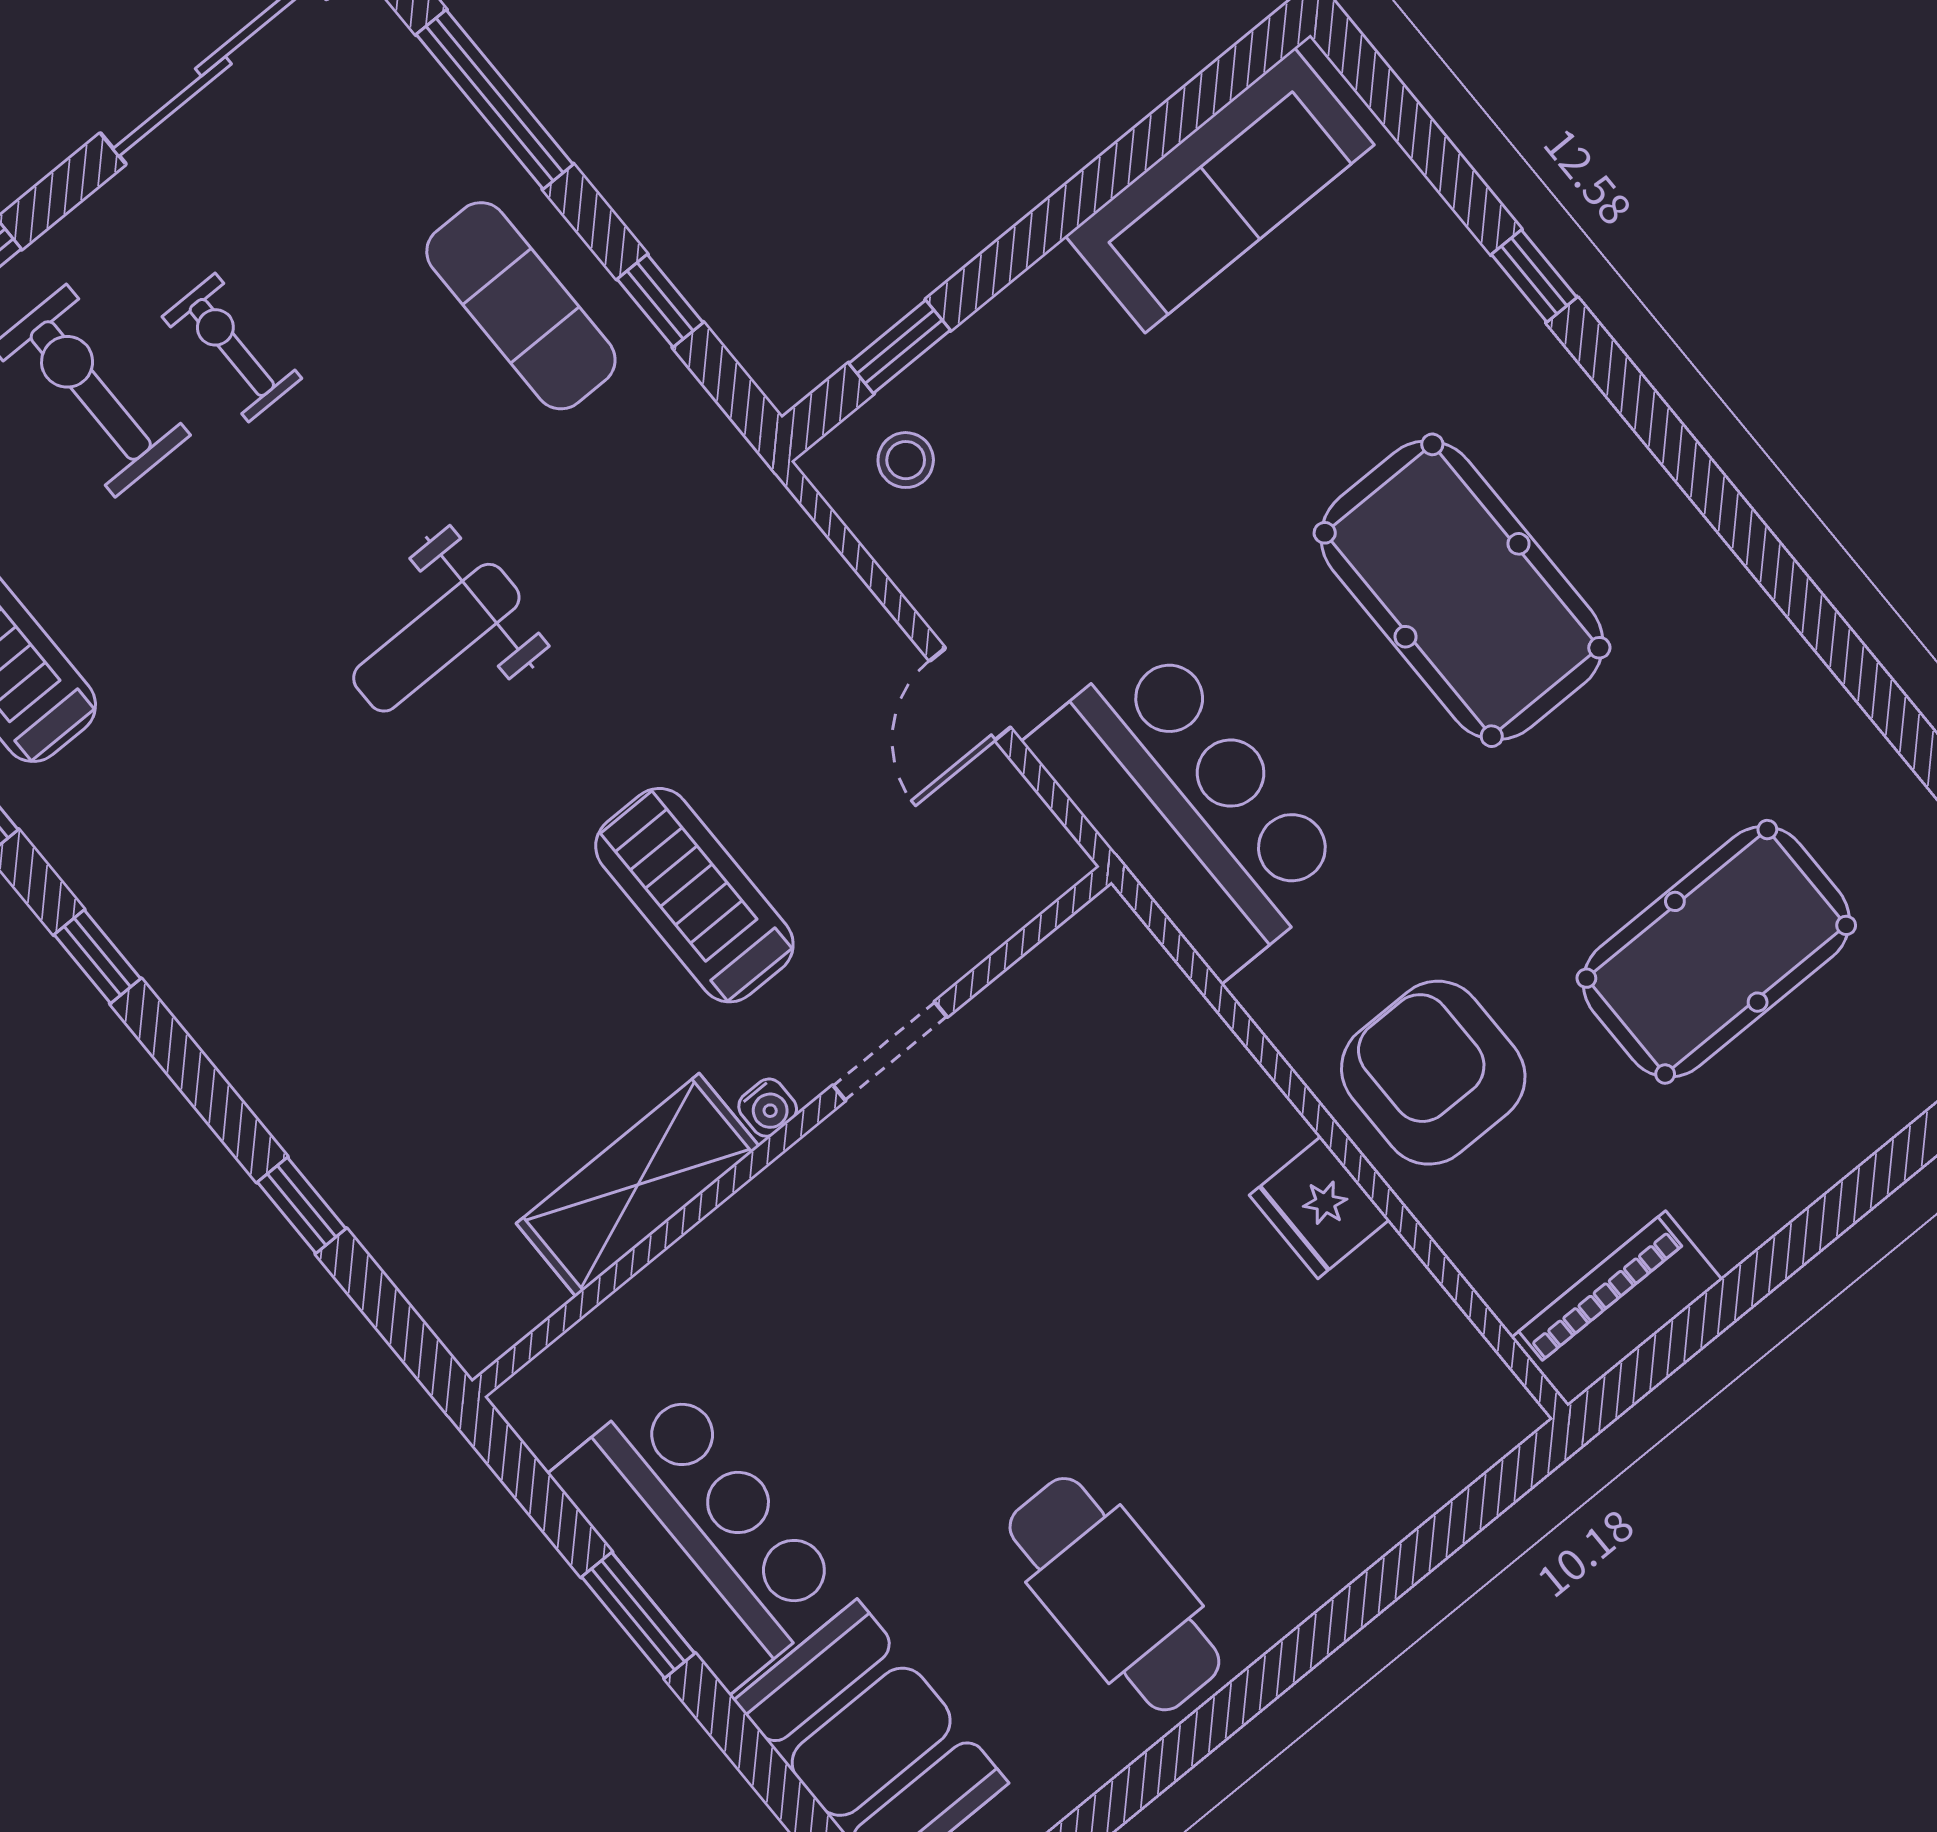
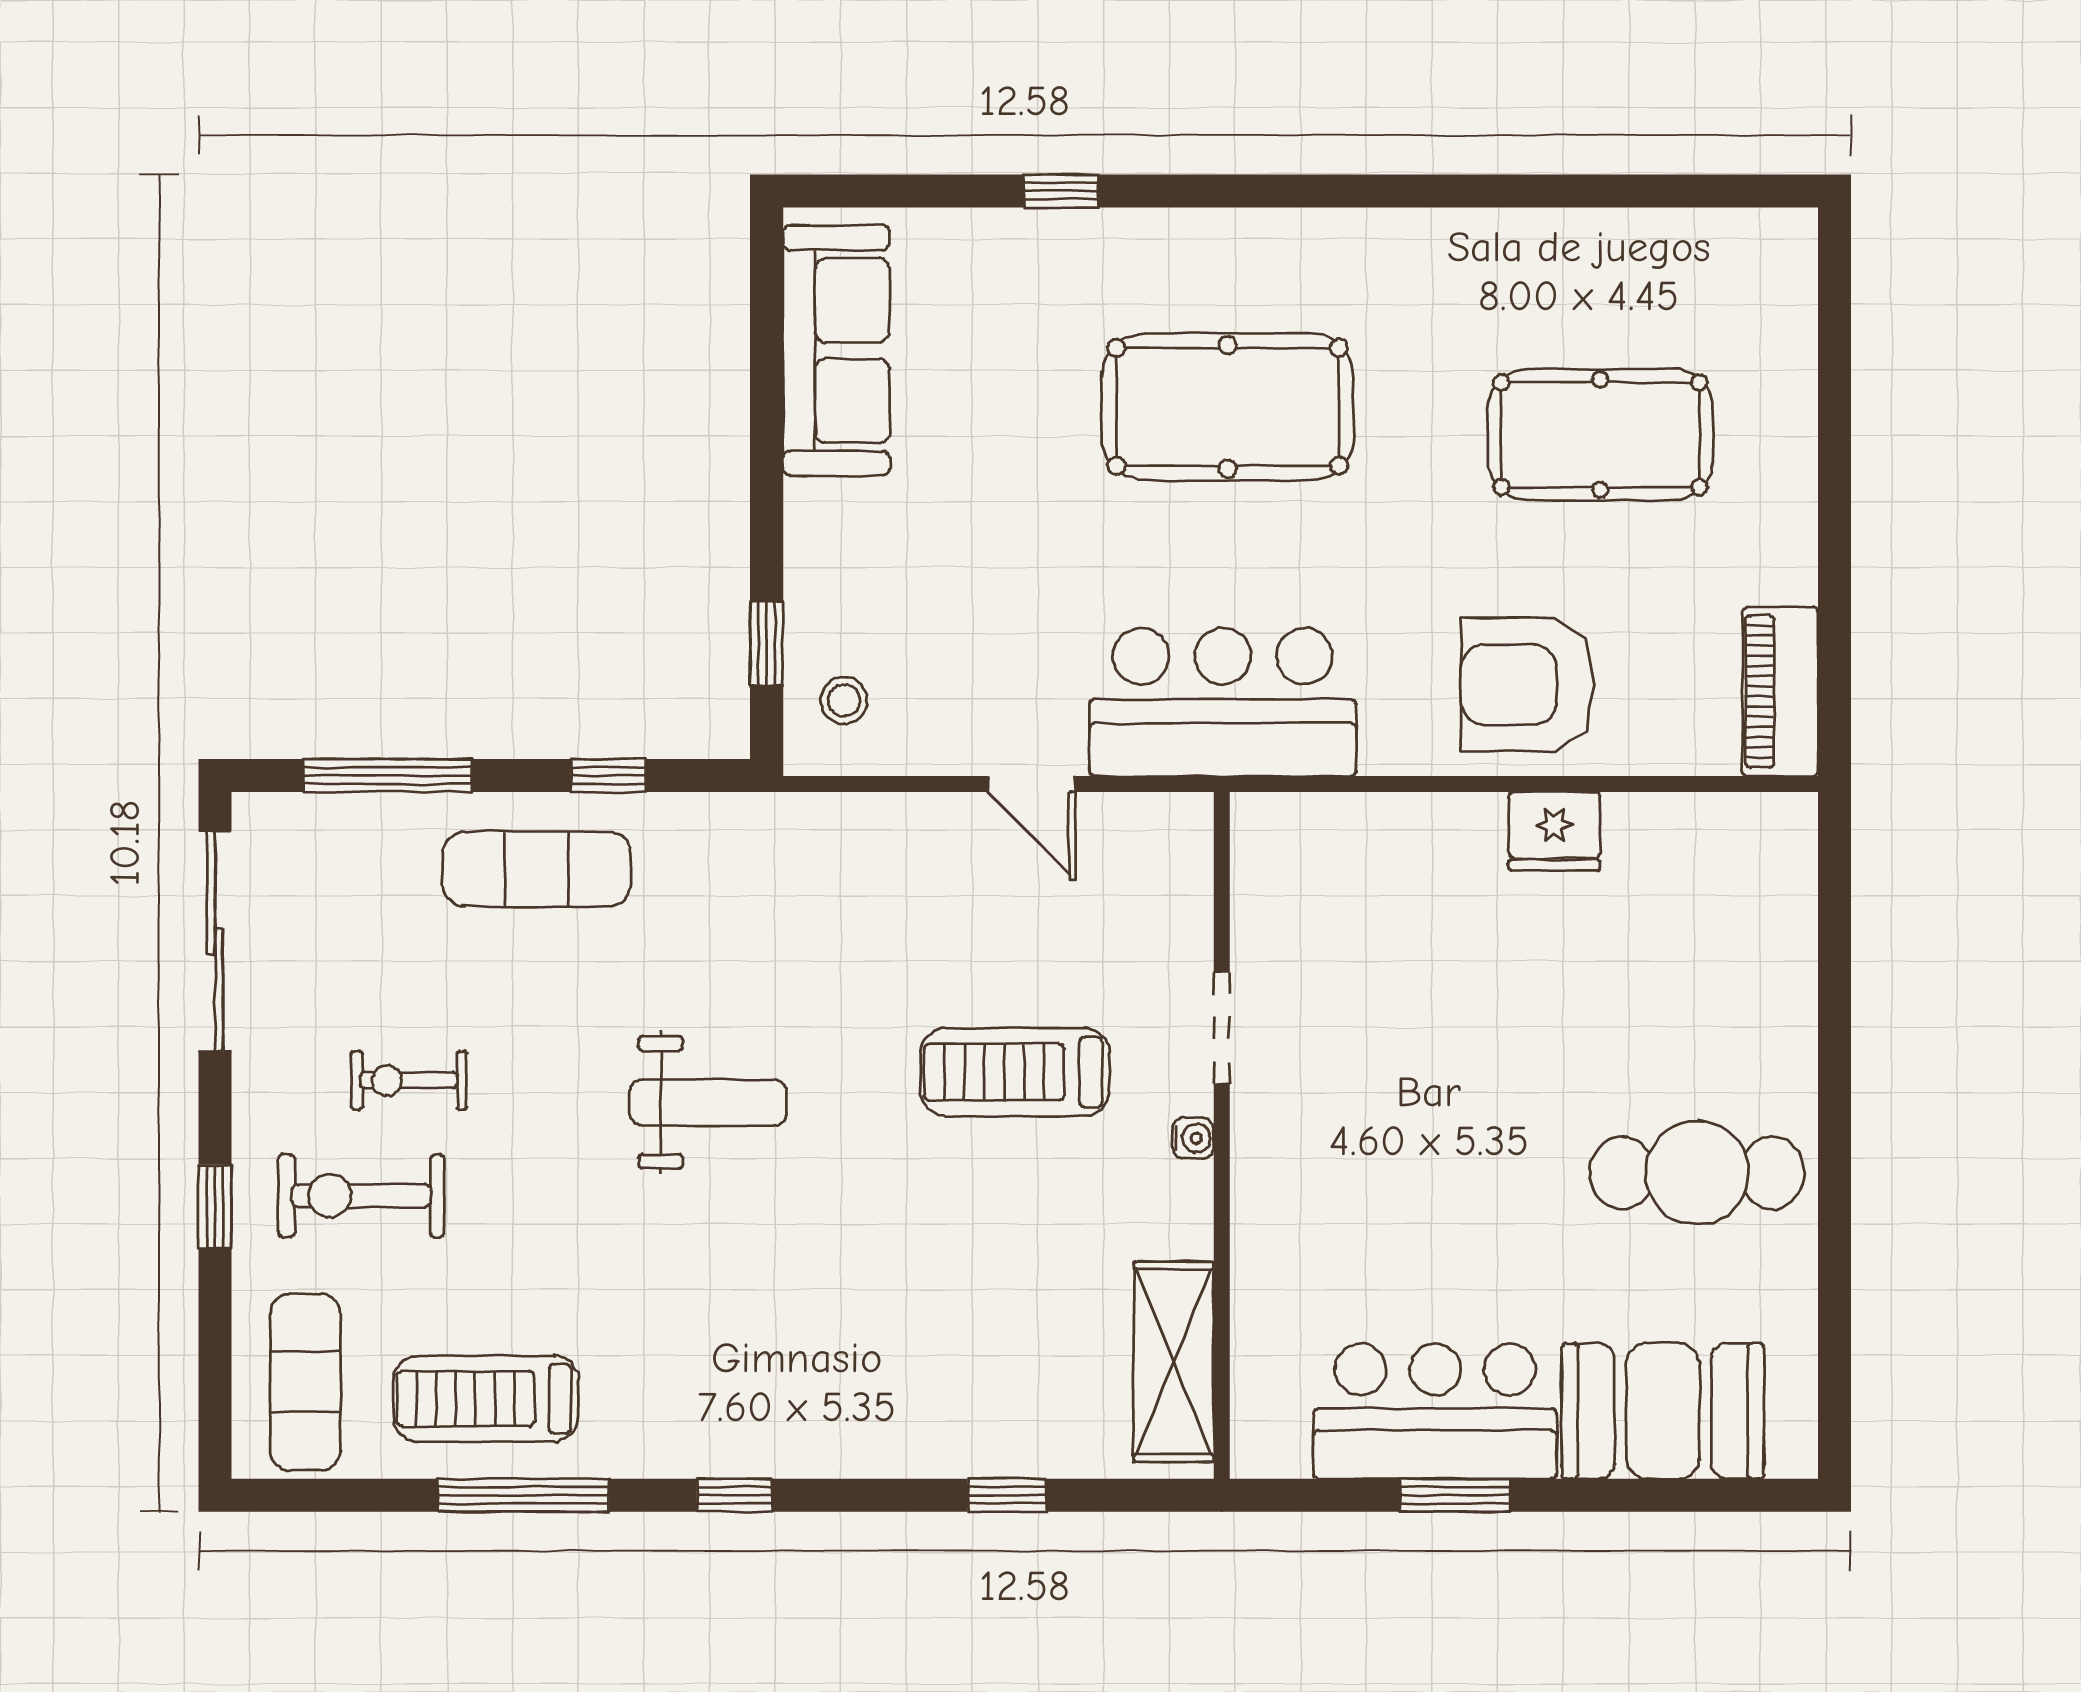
weight bench: (436, 638) -> (708, 1102), turned -90
pool table: (1716, 952) -> (1600, 435), turned 90
shelving: (638, 1185) -> (1174, 1362), moved

